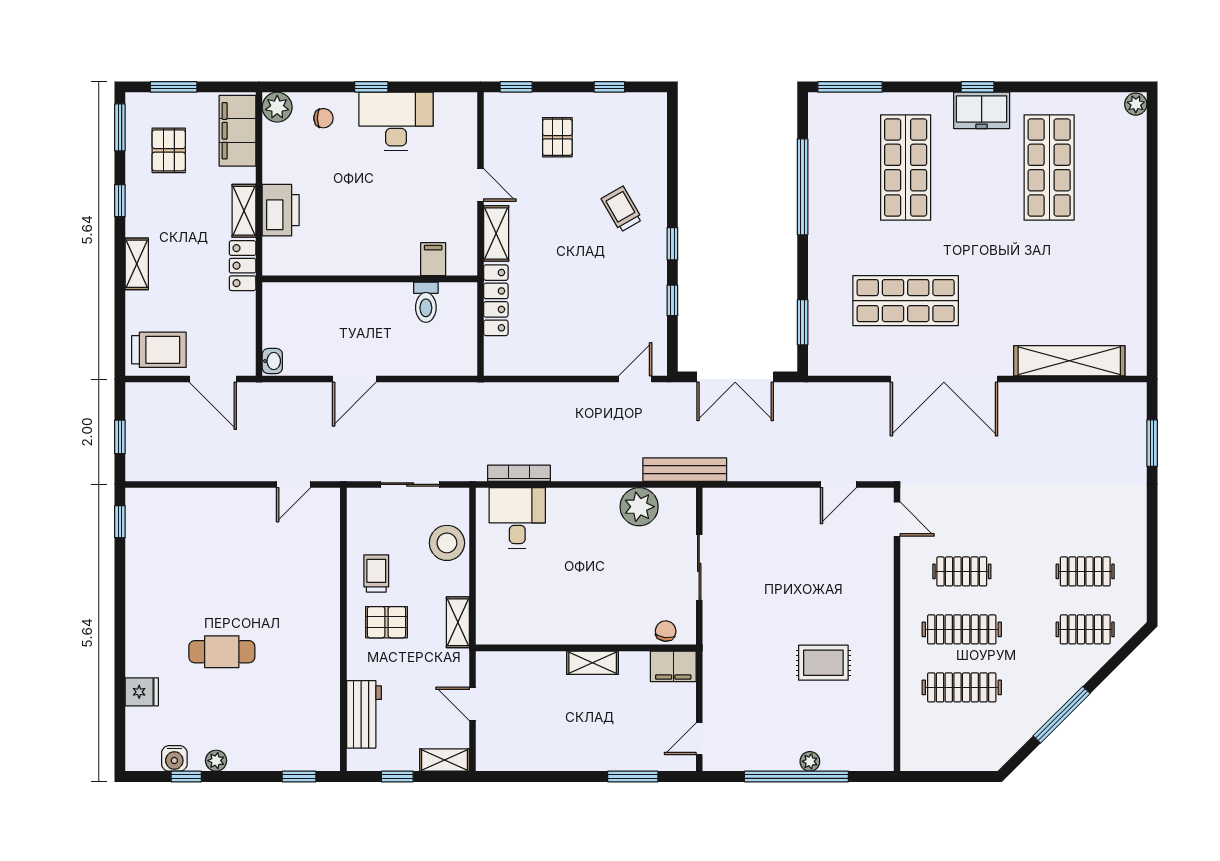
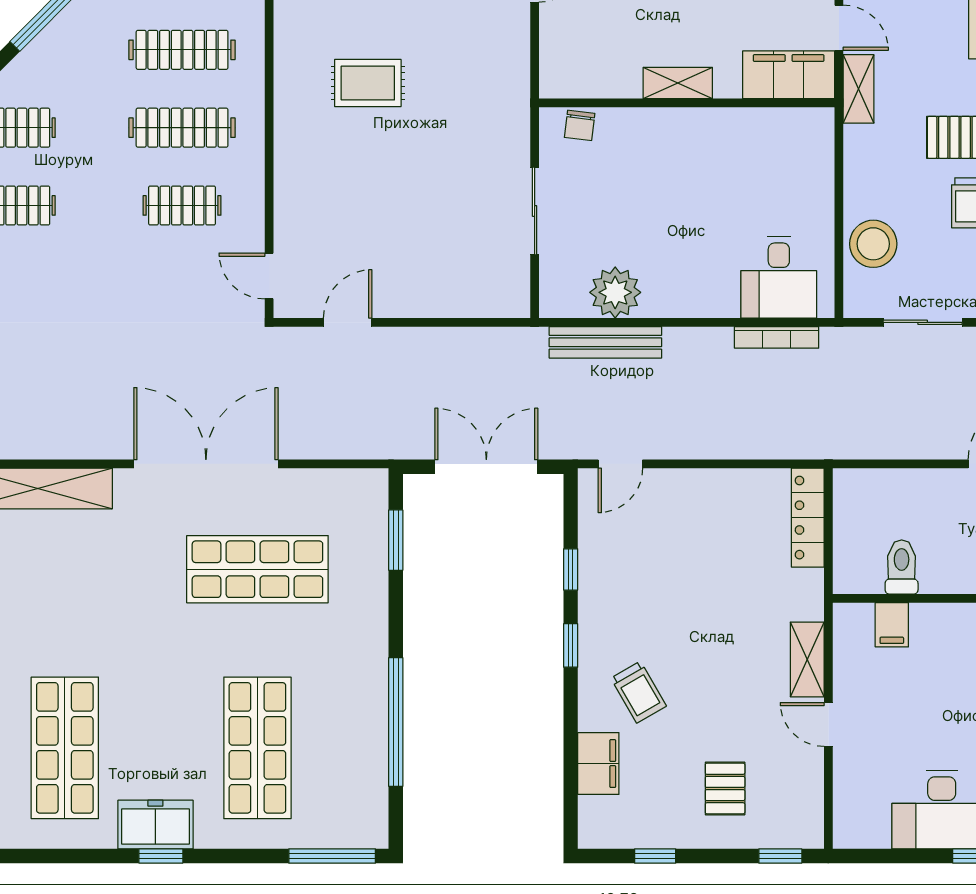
filing cabinet: (652, 156) -> (598, 764), added
locker: (496, 300) -> (808, 518), moved
bench: (685, 470) -> (605, 342), moved
shelving: (458, 622) -> (859, 89), moved
filing cabinet: (673, 666) -> (789, 75), moved, width x1.50, depth x1.17

